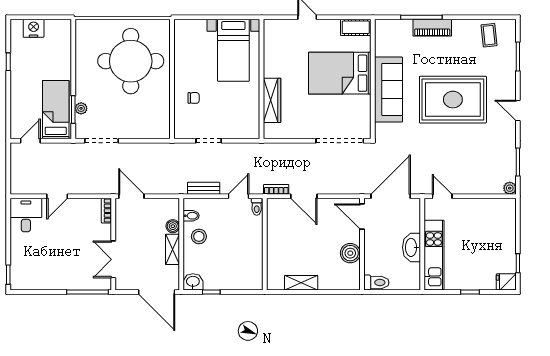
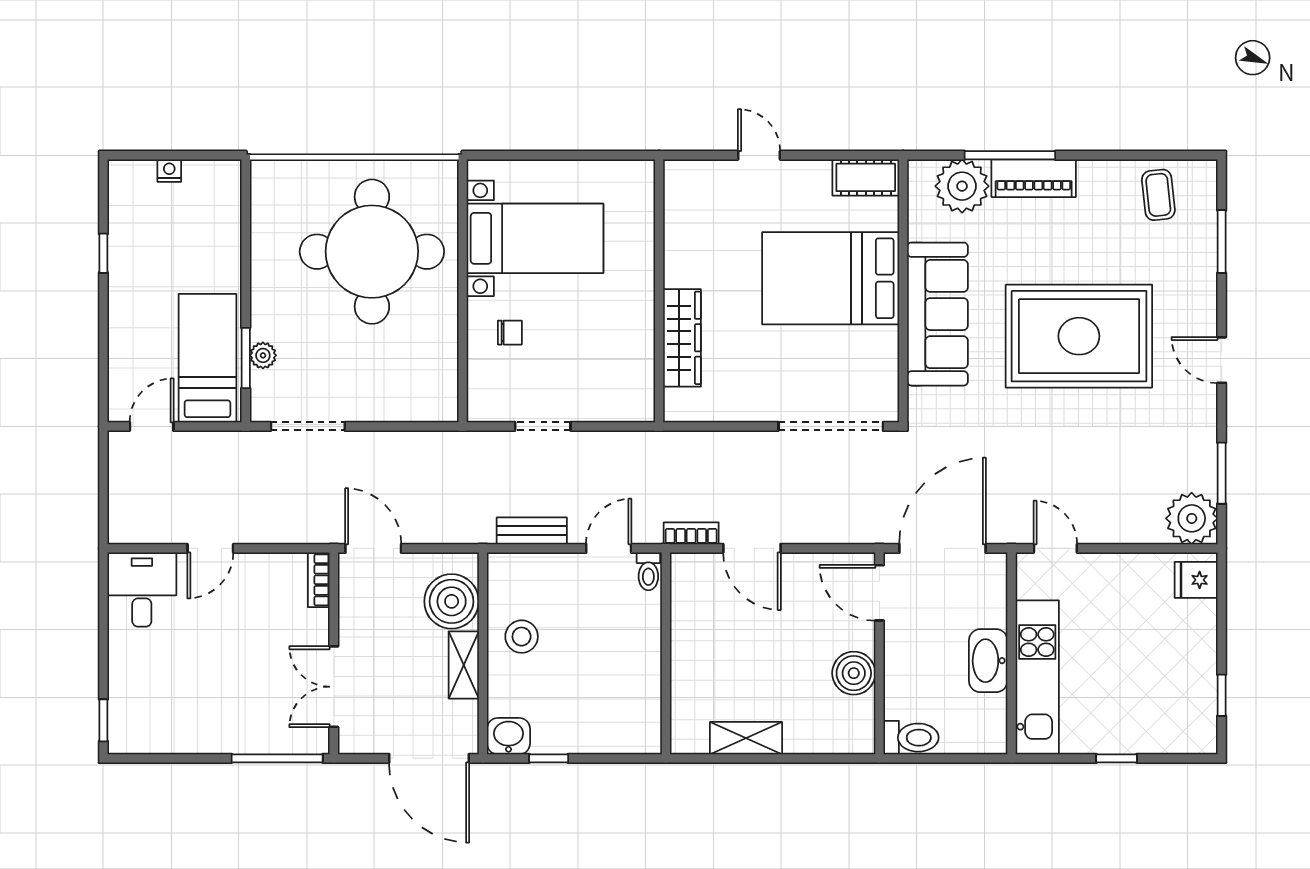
nightstand: (34, 28) -> (169, 171), width x0.53, depth x0.56
plant: (400, 31) -> (962, 186), added
bed with nightstands: (233, 50) -> (535, 238), moved, turned -90
plant: (510, 188) -> (1192, 518), width x1.88, depth x1.88
bidet: (191, 216) -> (505, 591), removed
boiler: (173, 226) -> (452, 601), width x1.86, depth x1.86
fridge: (506, 282) -> (1196, 580), moved

